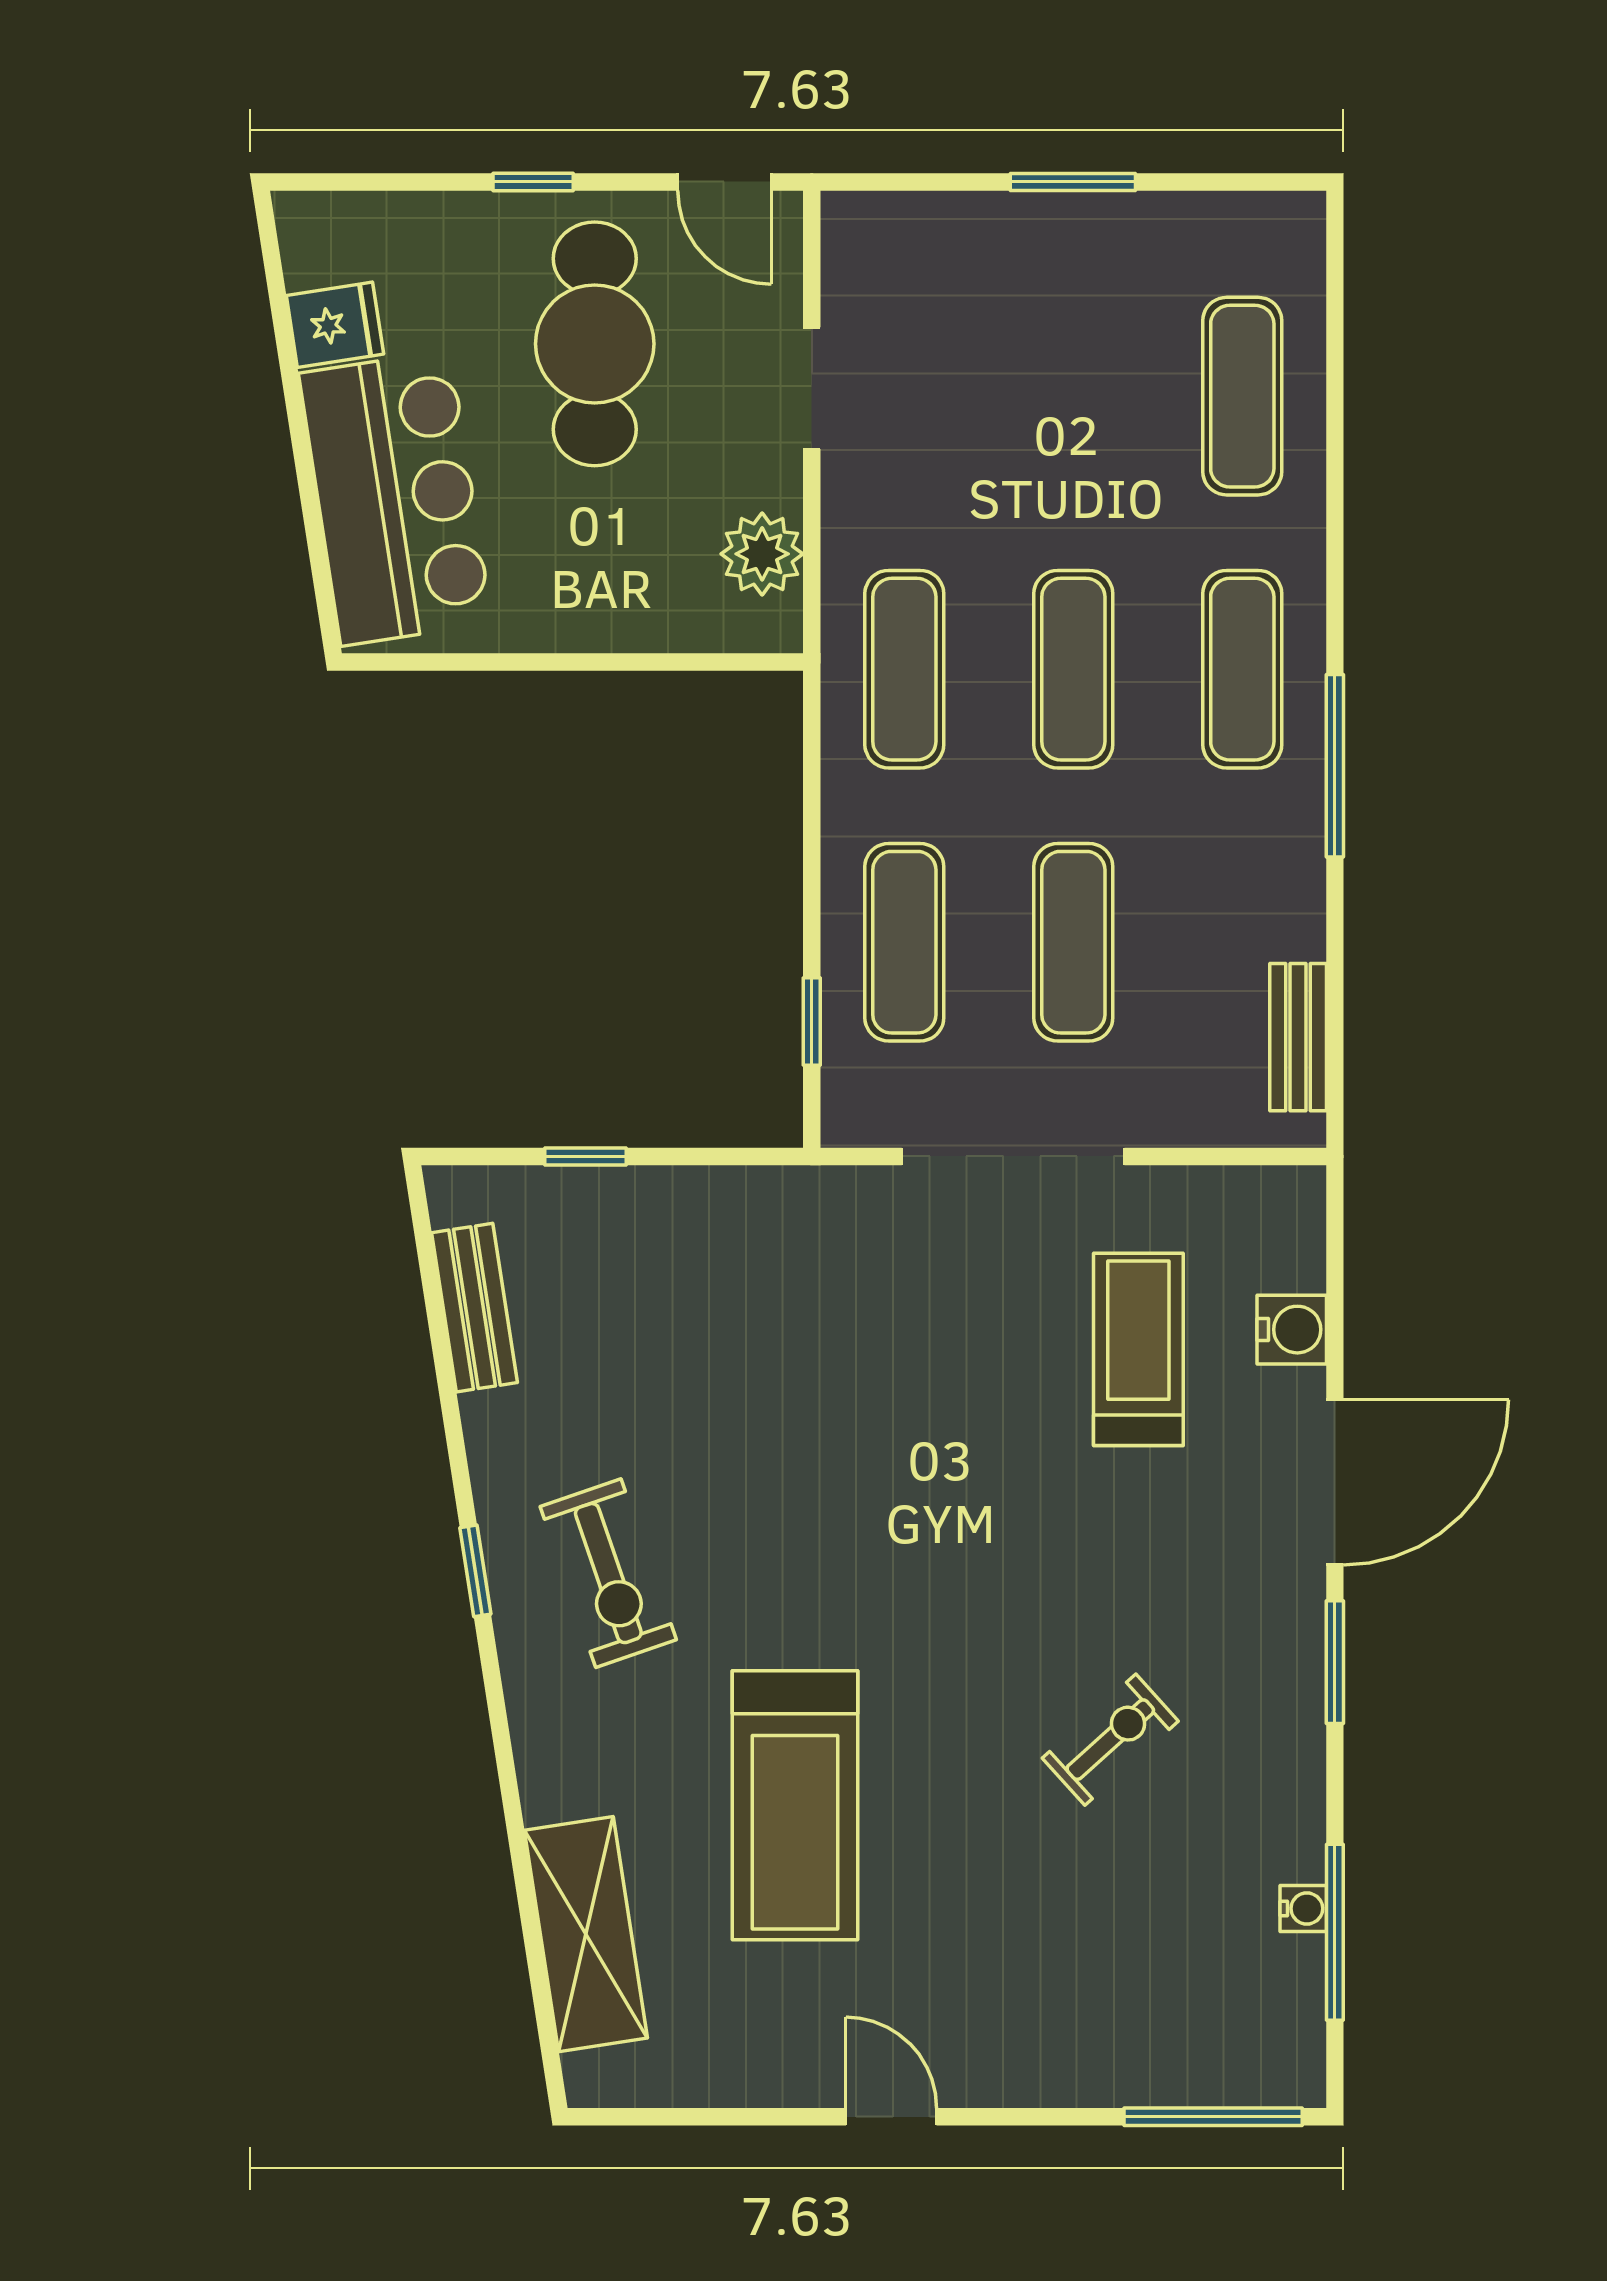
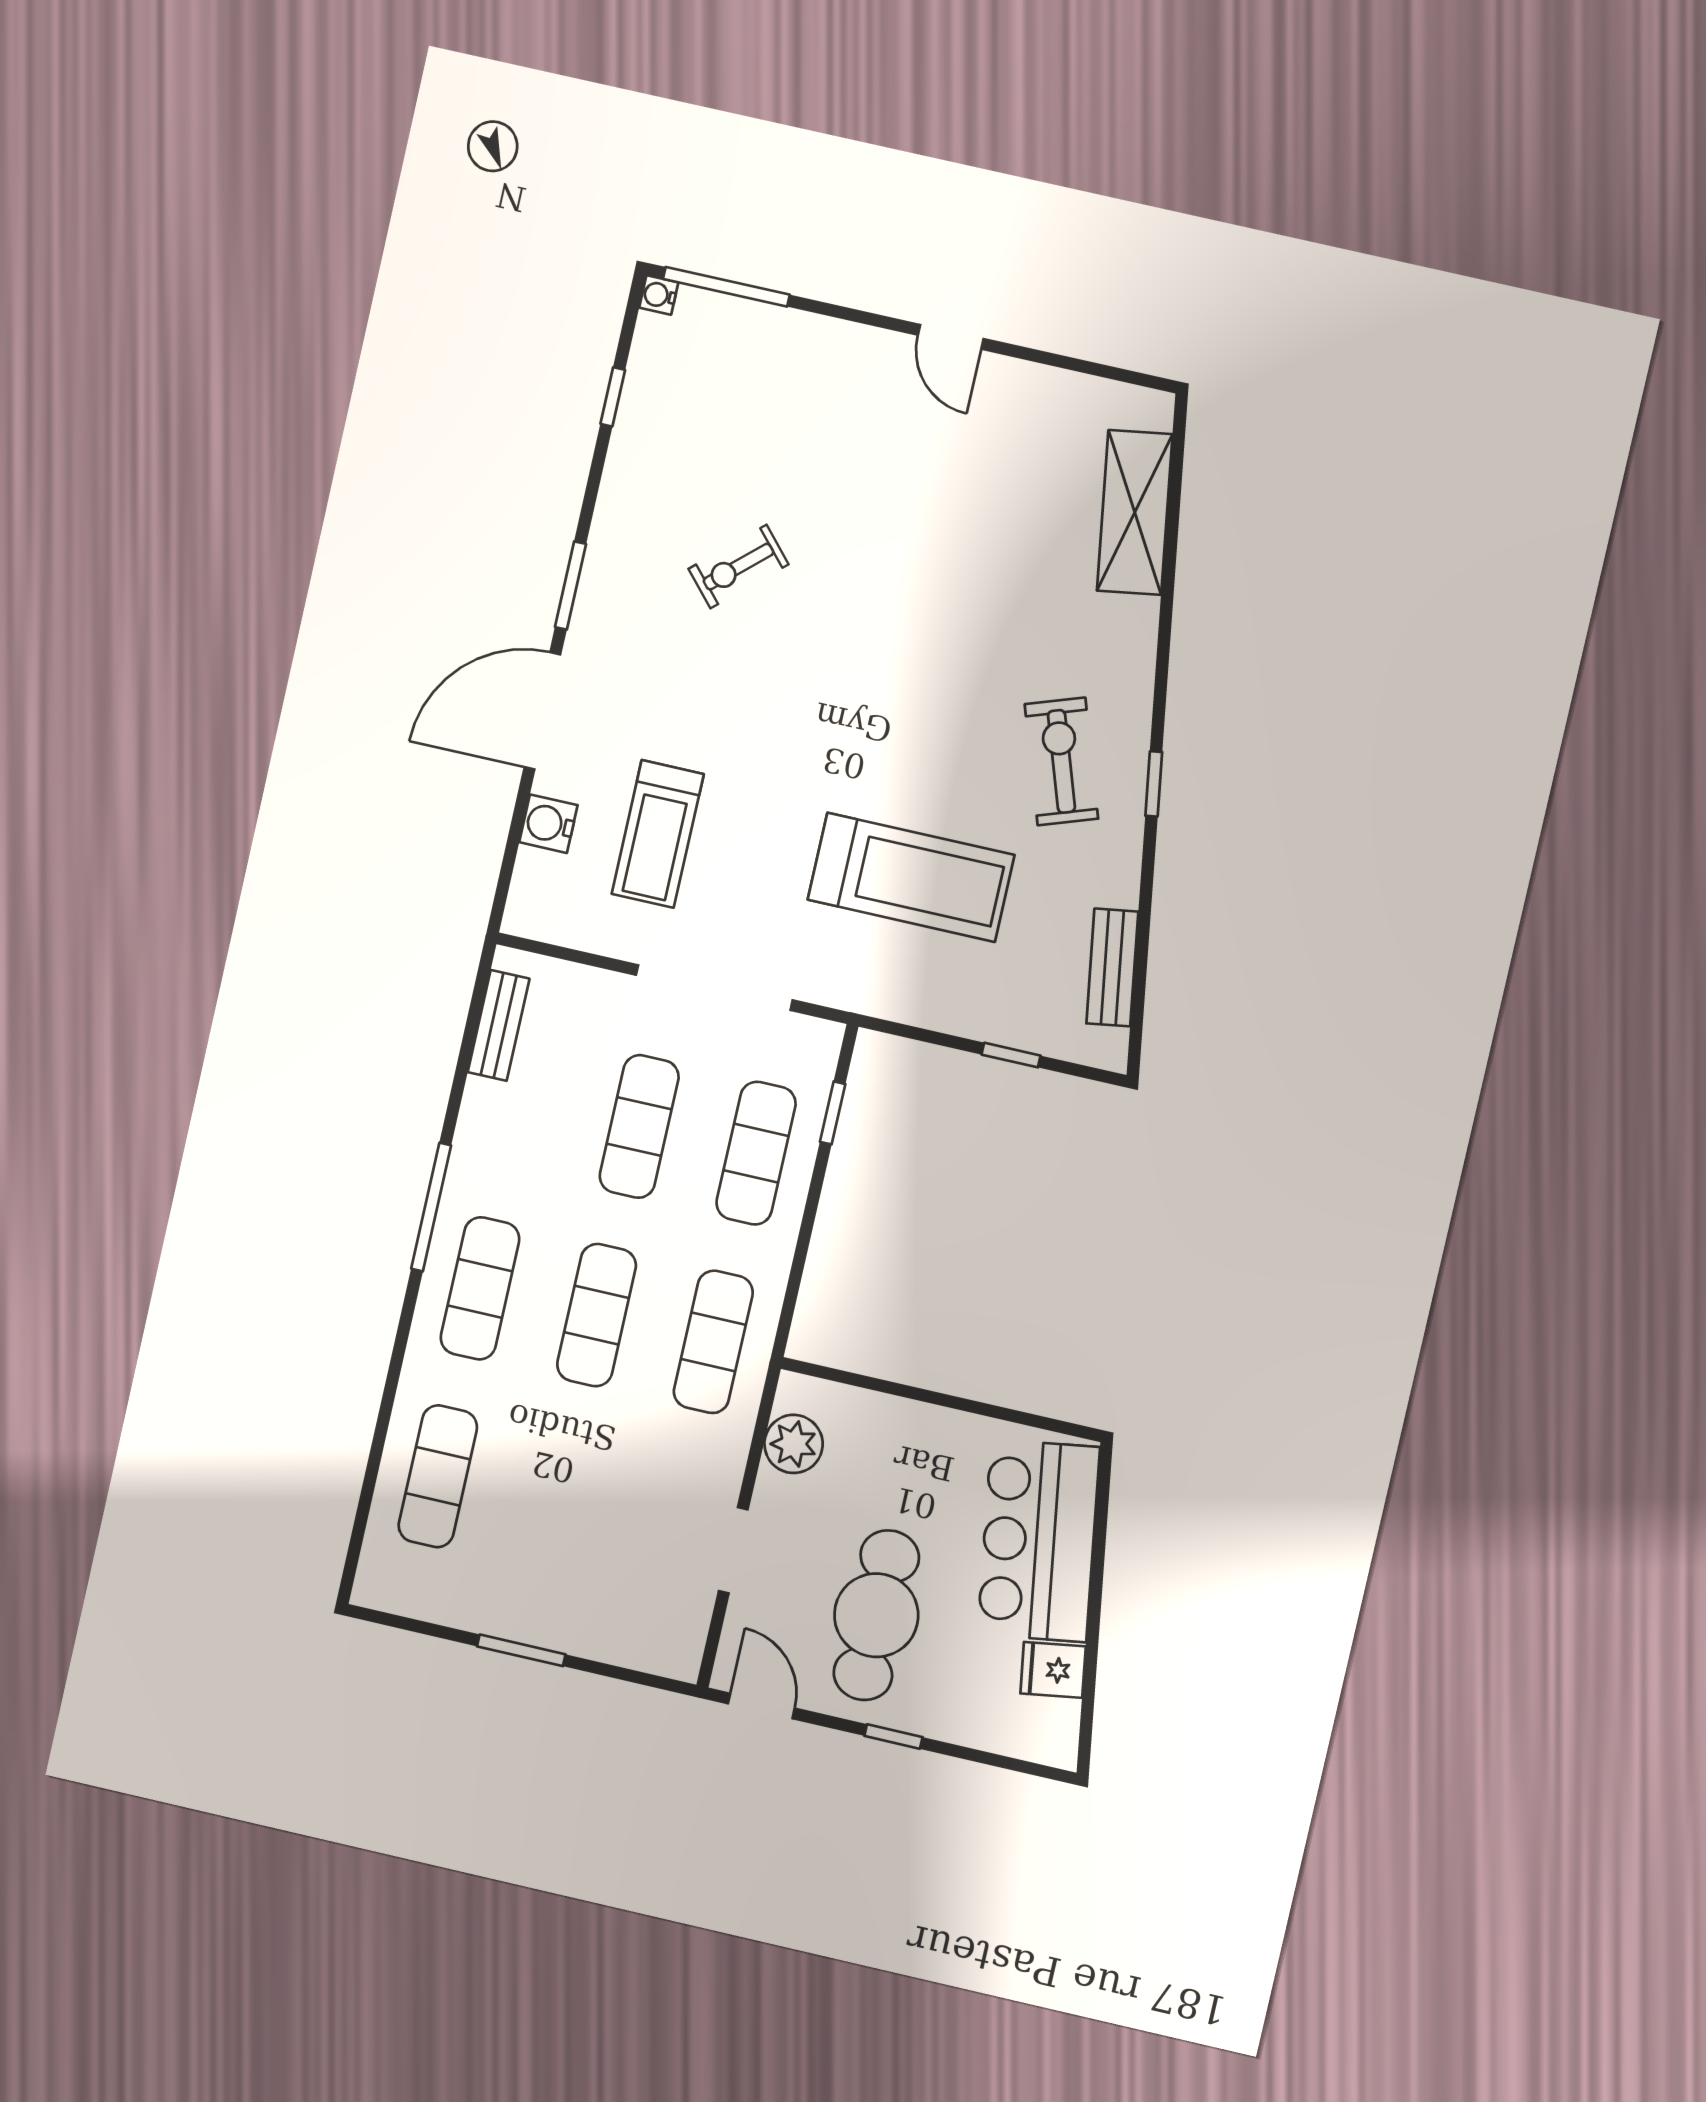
treadmill: (795, 1805) -> (911, 877), moved, turned 90
water cooler: (1303, 1908) -> (659, 295), moved
window: (1335, 1932) -> (613, 397), width x0.46

